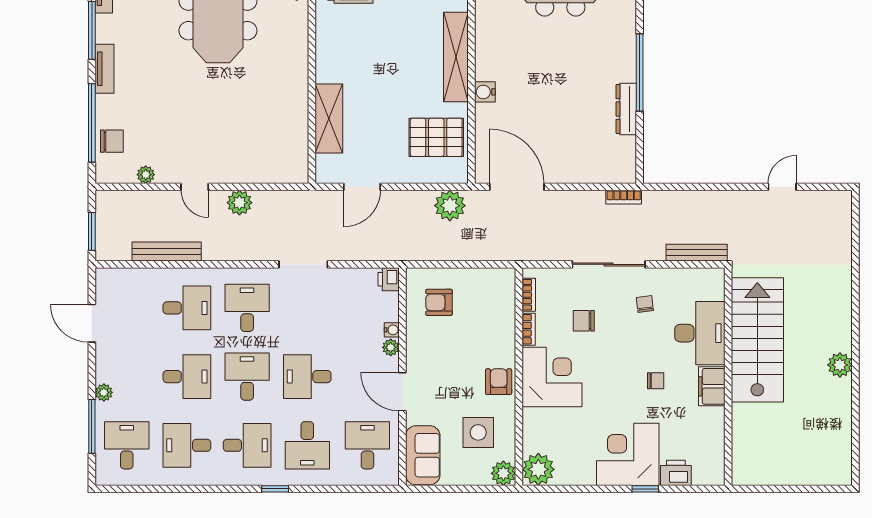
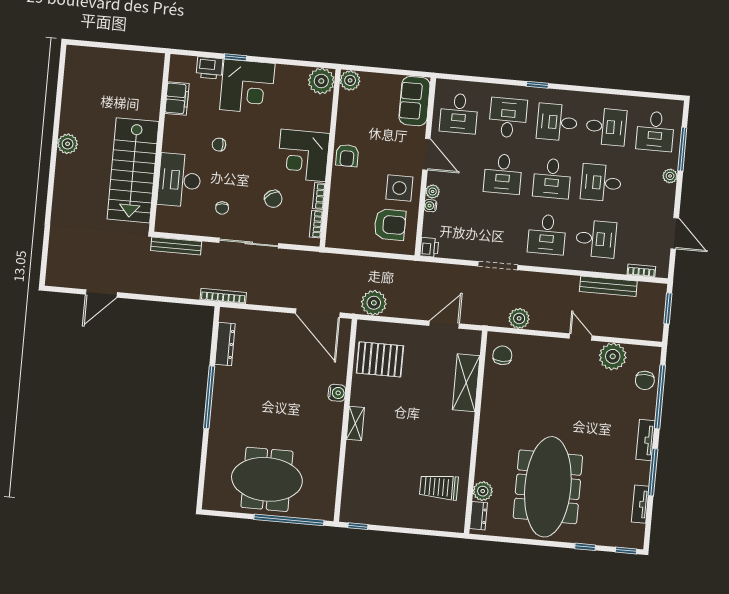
shelving: (456, 57) -> (355, 423), width x0.45, depth x0.75
dresser: (626, 109) -> (225, 344), moved
chair: (112, 141) -> (645, 380), turned -90
chair: (288, 156) -> (502, 355), added
plant: (146, 175) -> (613, 356), width x1.88, depth x1.88
door: (782, 187) -> (101, 293), width x1.38
bookcase: (624, 197) -> (223, 296), width x1.56
plant: (239, 203) -> (519, 318), moved
bookcase: (128, 274) -> (641, 271), added
armchair: (439, 302) -> (390, 225), width x1.38, depth x1.38
desk: (187, 308) -> (596, 239), turned 180
chair: (584, 321) -> (273, 199), turned 58
desk: (307, 377) -> (503, 174), turned 90
filing cabinet: (712, 386) -> (177, 98), moved
side table: (478, 432) -> (399, 188), moved

